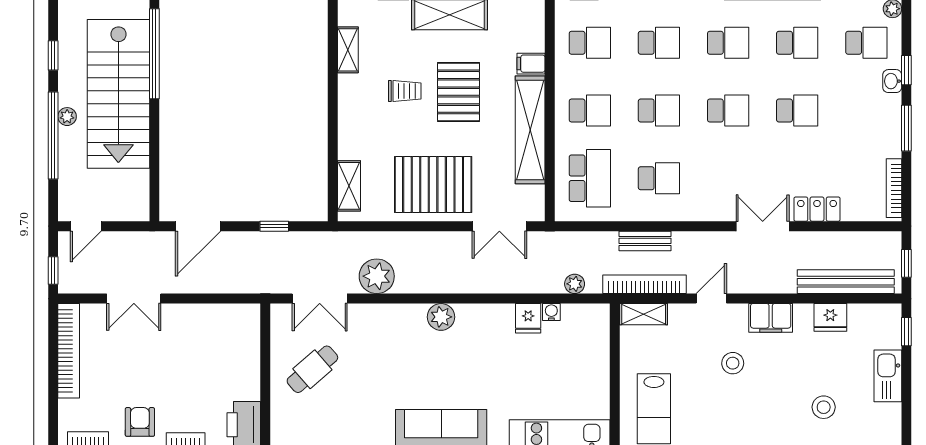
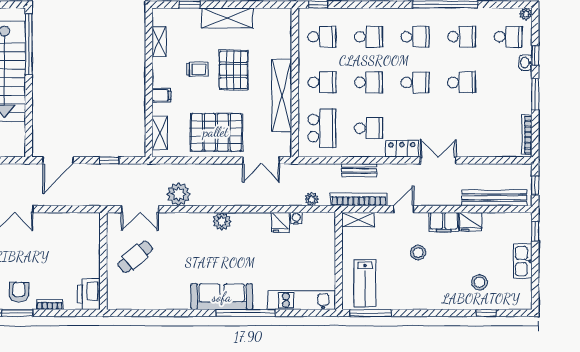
filing cabinet: (531, 64) -> (161, 95), moved, turned 180
locker: (817, 209) -> (402, 149), moved
fridge: (830, 317) -> (471, 222), moved

